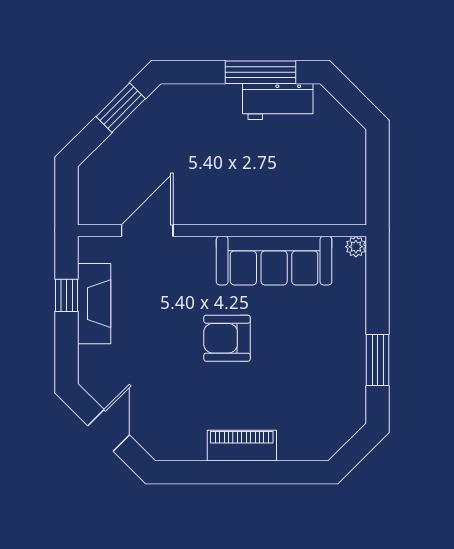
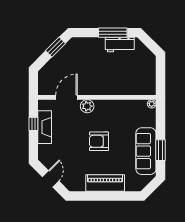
plant: (198, 252) -> (87, 106), added
sofa: (274, 261) -> (146, 151), moved, turned 90
piano: (242, 446) -> (105, 183), width x1.37, depth x1.33

